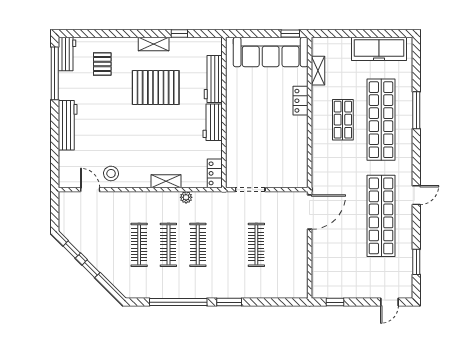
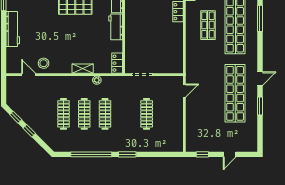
door: (310, 212) -> (184, 91), width x0.53
window: (416, 262) -> (260, 106), moved
door: (389, 302) -> (230, 154), moved

